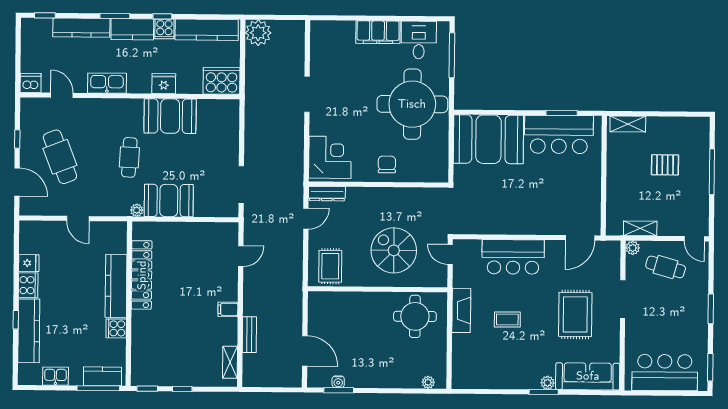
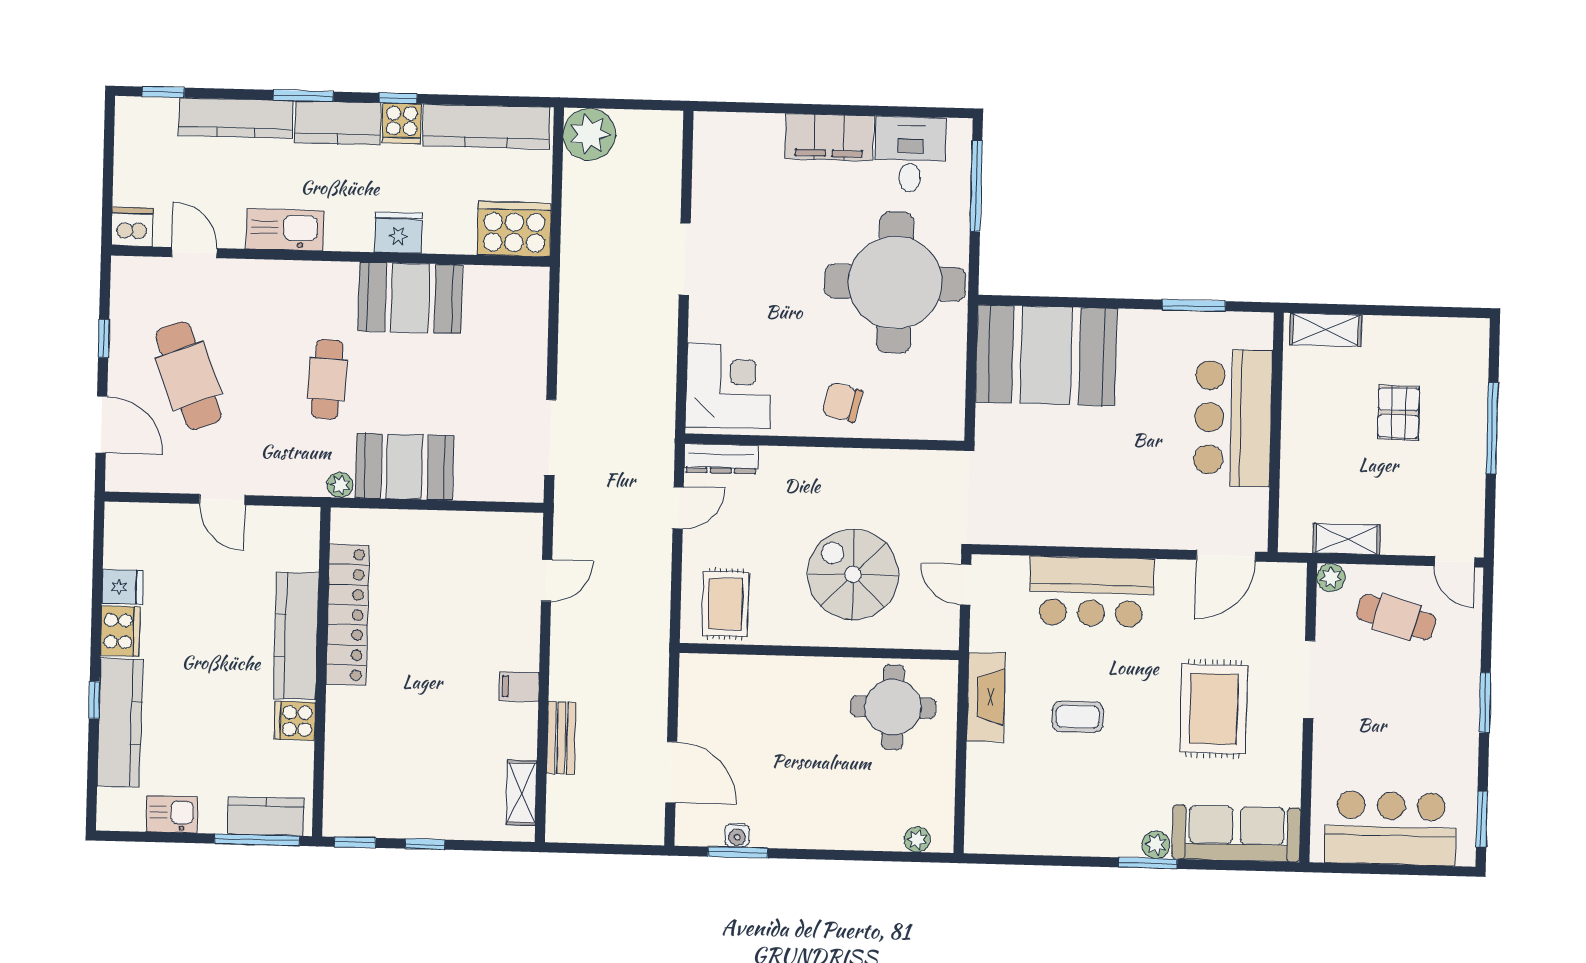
bar counter: (559, 134) -> (1233, 418), moved, turned 90
chair: (387, 164) -> (842, 402), turned -76
pallet: (665, 165) -> (1399, 413), turned 90

